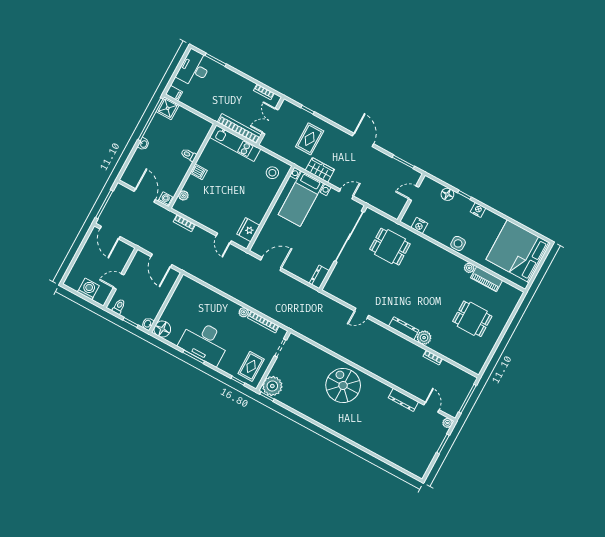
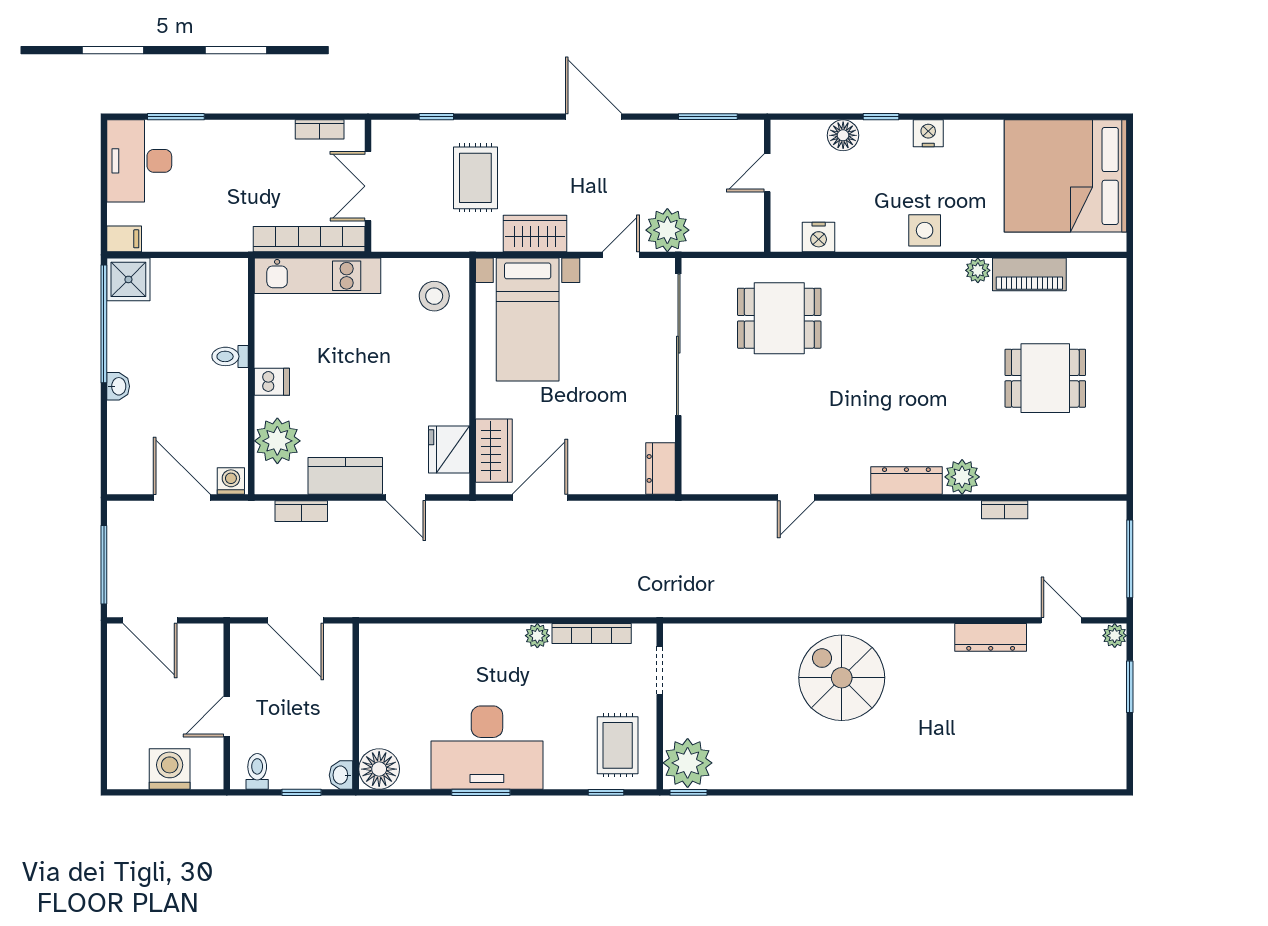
plant: (367, 194) -> (667, 230), added
plant: (183, 195) -> (277, 441), width x1.88, depth x1.88
kitchen counter: (207, 219) -> (345, 476), added
wardrobe: (264, 239) -> (494, 451), added

